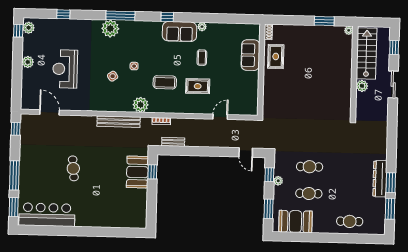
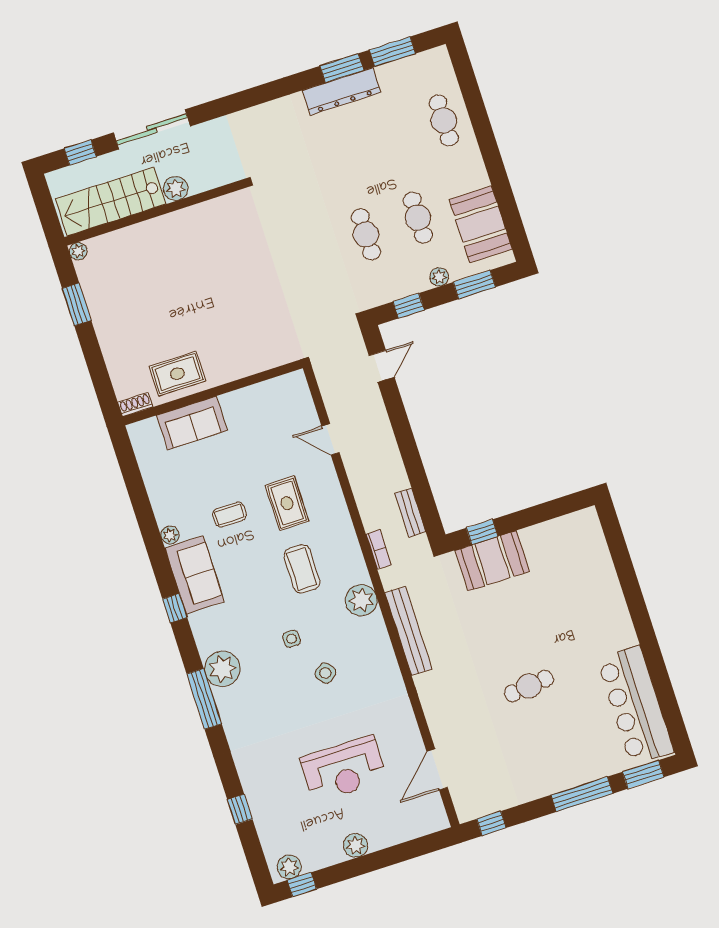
plant: (110, 29) -> (222, 669), moved
sliding door: (393, 85) -> (152, 129), width x1.37
plant: (278, 181) -> (439, 277), moved

